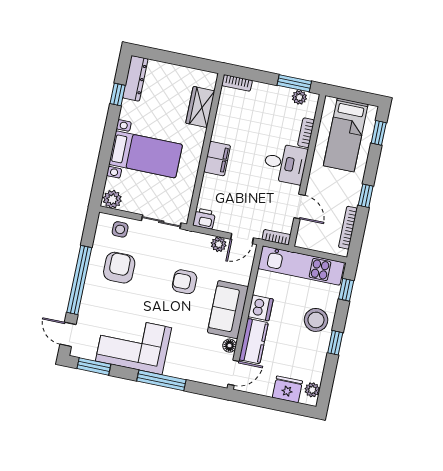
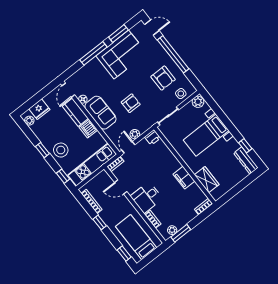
filing cabinet: (217, 159) -> (184, 178), moved
window: (94, 366) -> (118, 33), moved

